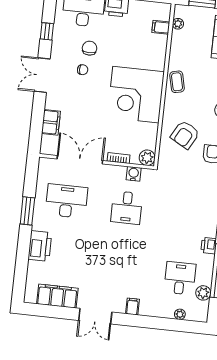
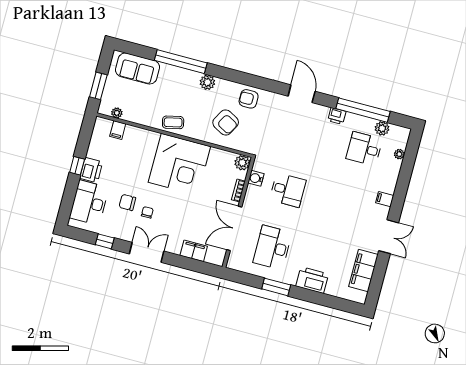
double door: (42, 75) -> (147, 252), swing flipped

